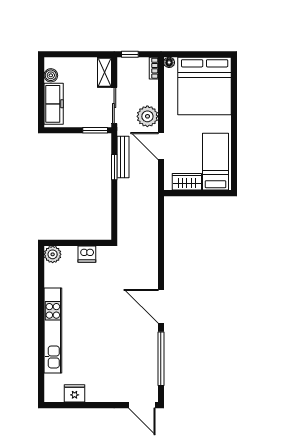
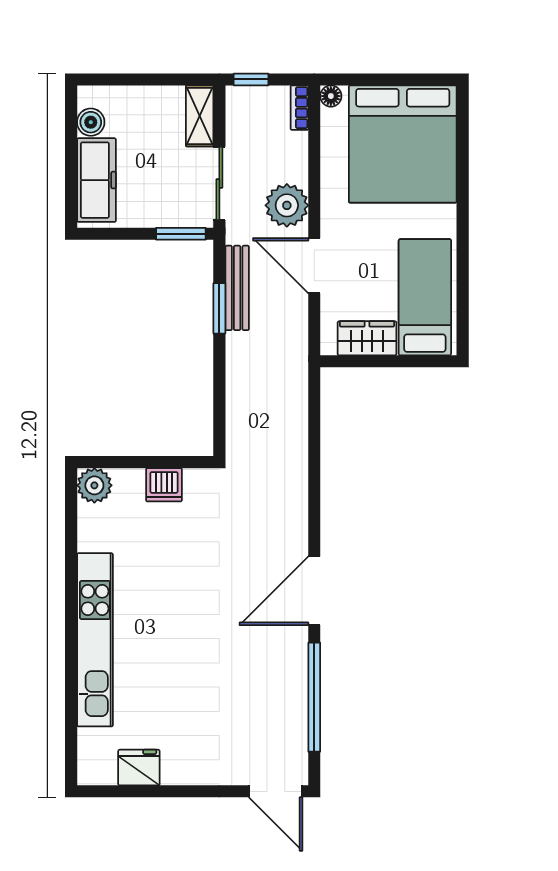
door: (161, 306) -> (314, 591), hinge flipped

